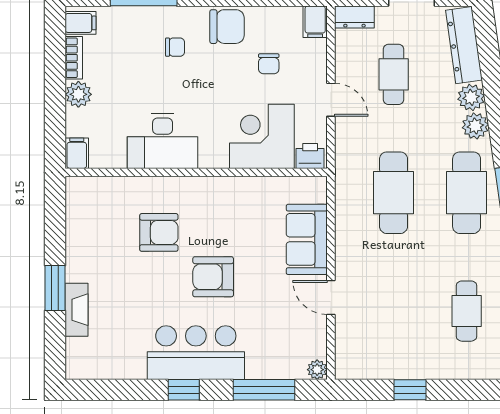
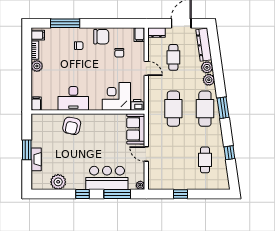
corner desk: (262, 136) -> (116, 96), moved
desk: (163, 141) -> (73, 98), moved
filing cabinet: (77, 153) -> (36, 104), moved
printer: (310, 156) -> (137, 105), moved
wall: (196, 172) -> (88, 112), moved
armchair: (159, 232) -> (72, 126), turned 102
armchair: (213, 277) -> (95, 145), removed
bar counter: (196, 353) -> (107, 178), moved
plant: (128, 362) -> (58, 182), added

